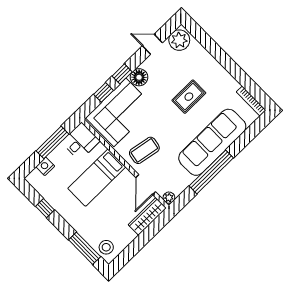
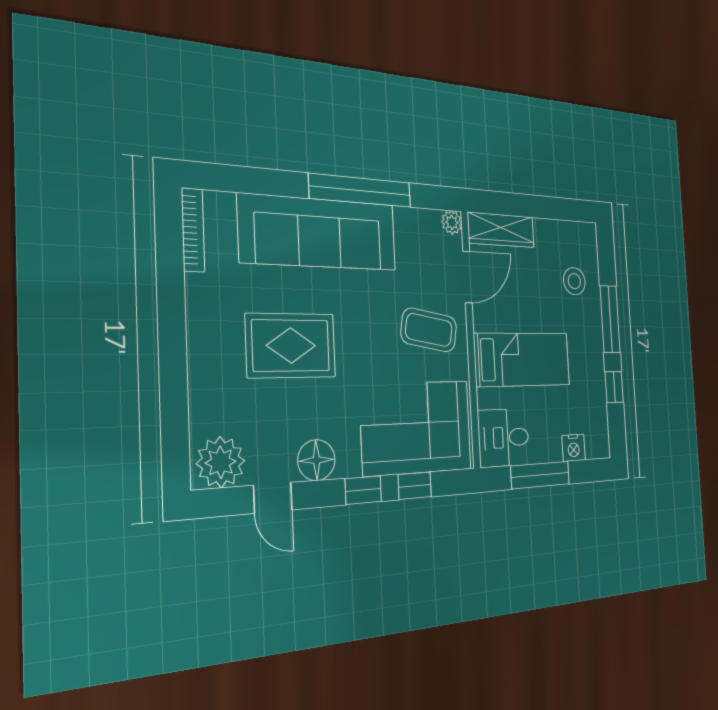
floor lamp: (139, 77) -> (316, 460), moved
rug: (189, 97) -> (291, 345), width x1.36, depth x1.43
stool: (106, 247) -> (574, 281), moved
window: (85, 248) -> (610, 319), moved

